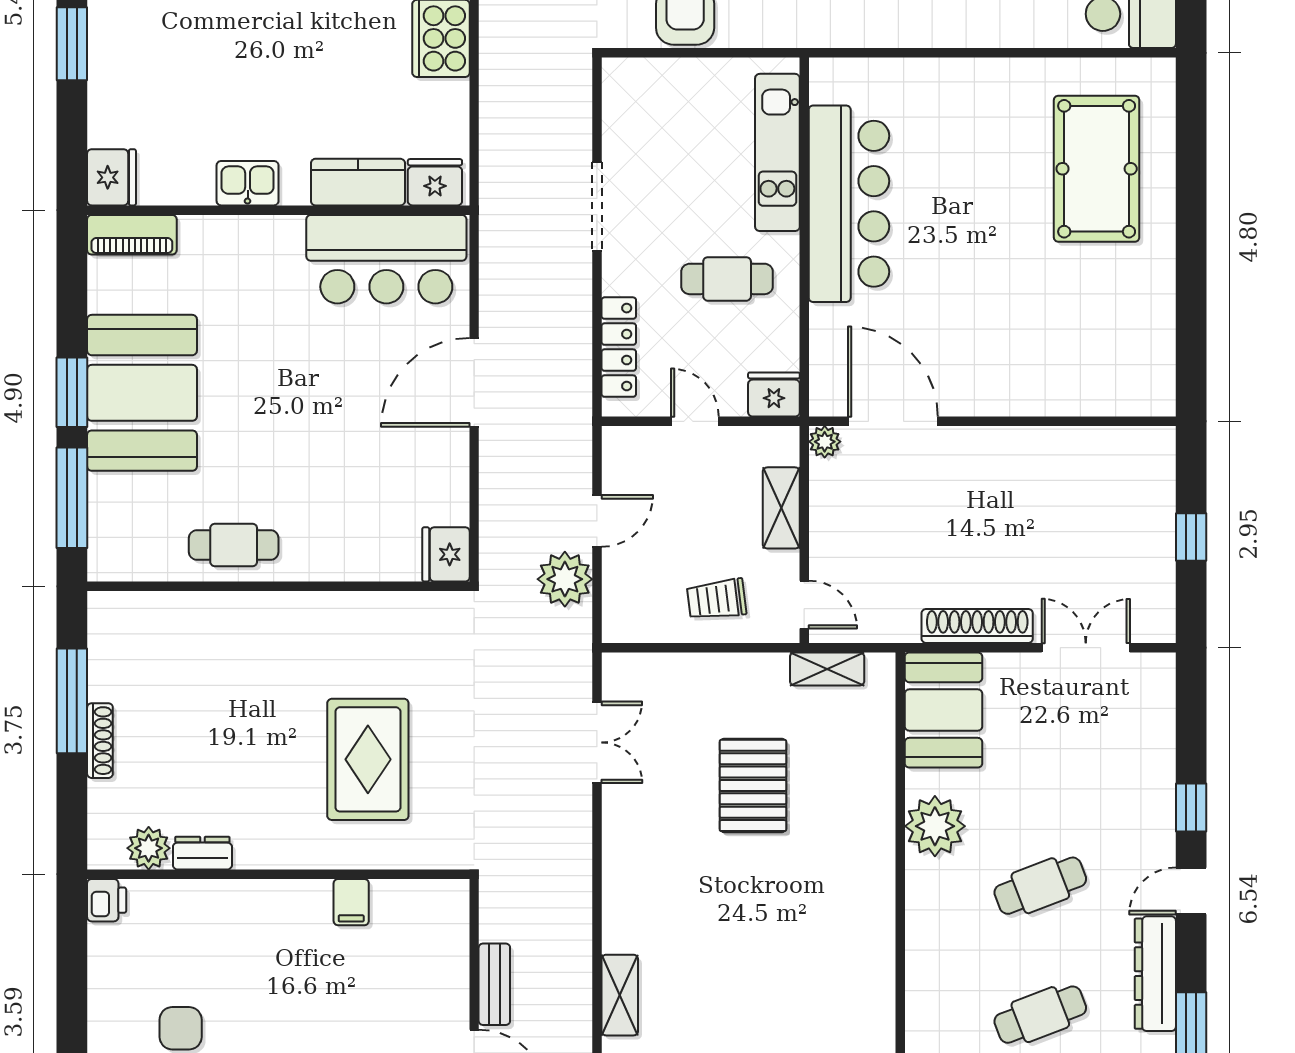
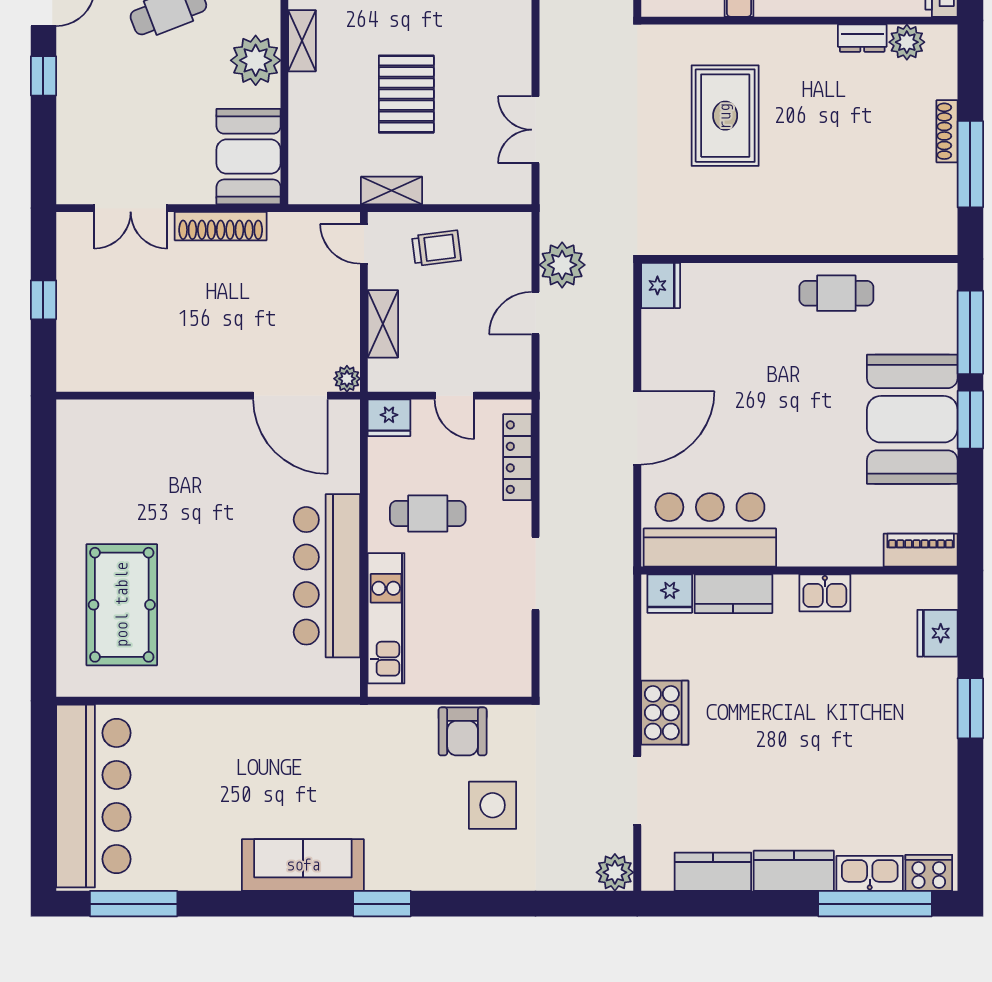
fridge: (112, 177) -> (937, 633), moved
shelving: (827, 669) -> (392, 191), moved
shelving: (879, 850) -> (302, 41), added

